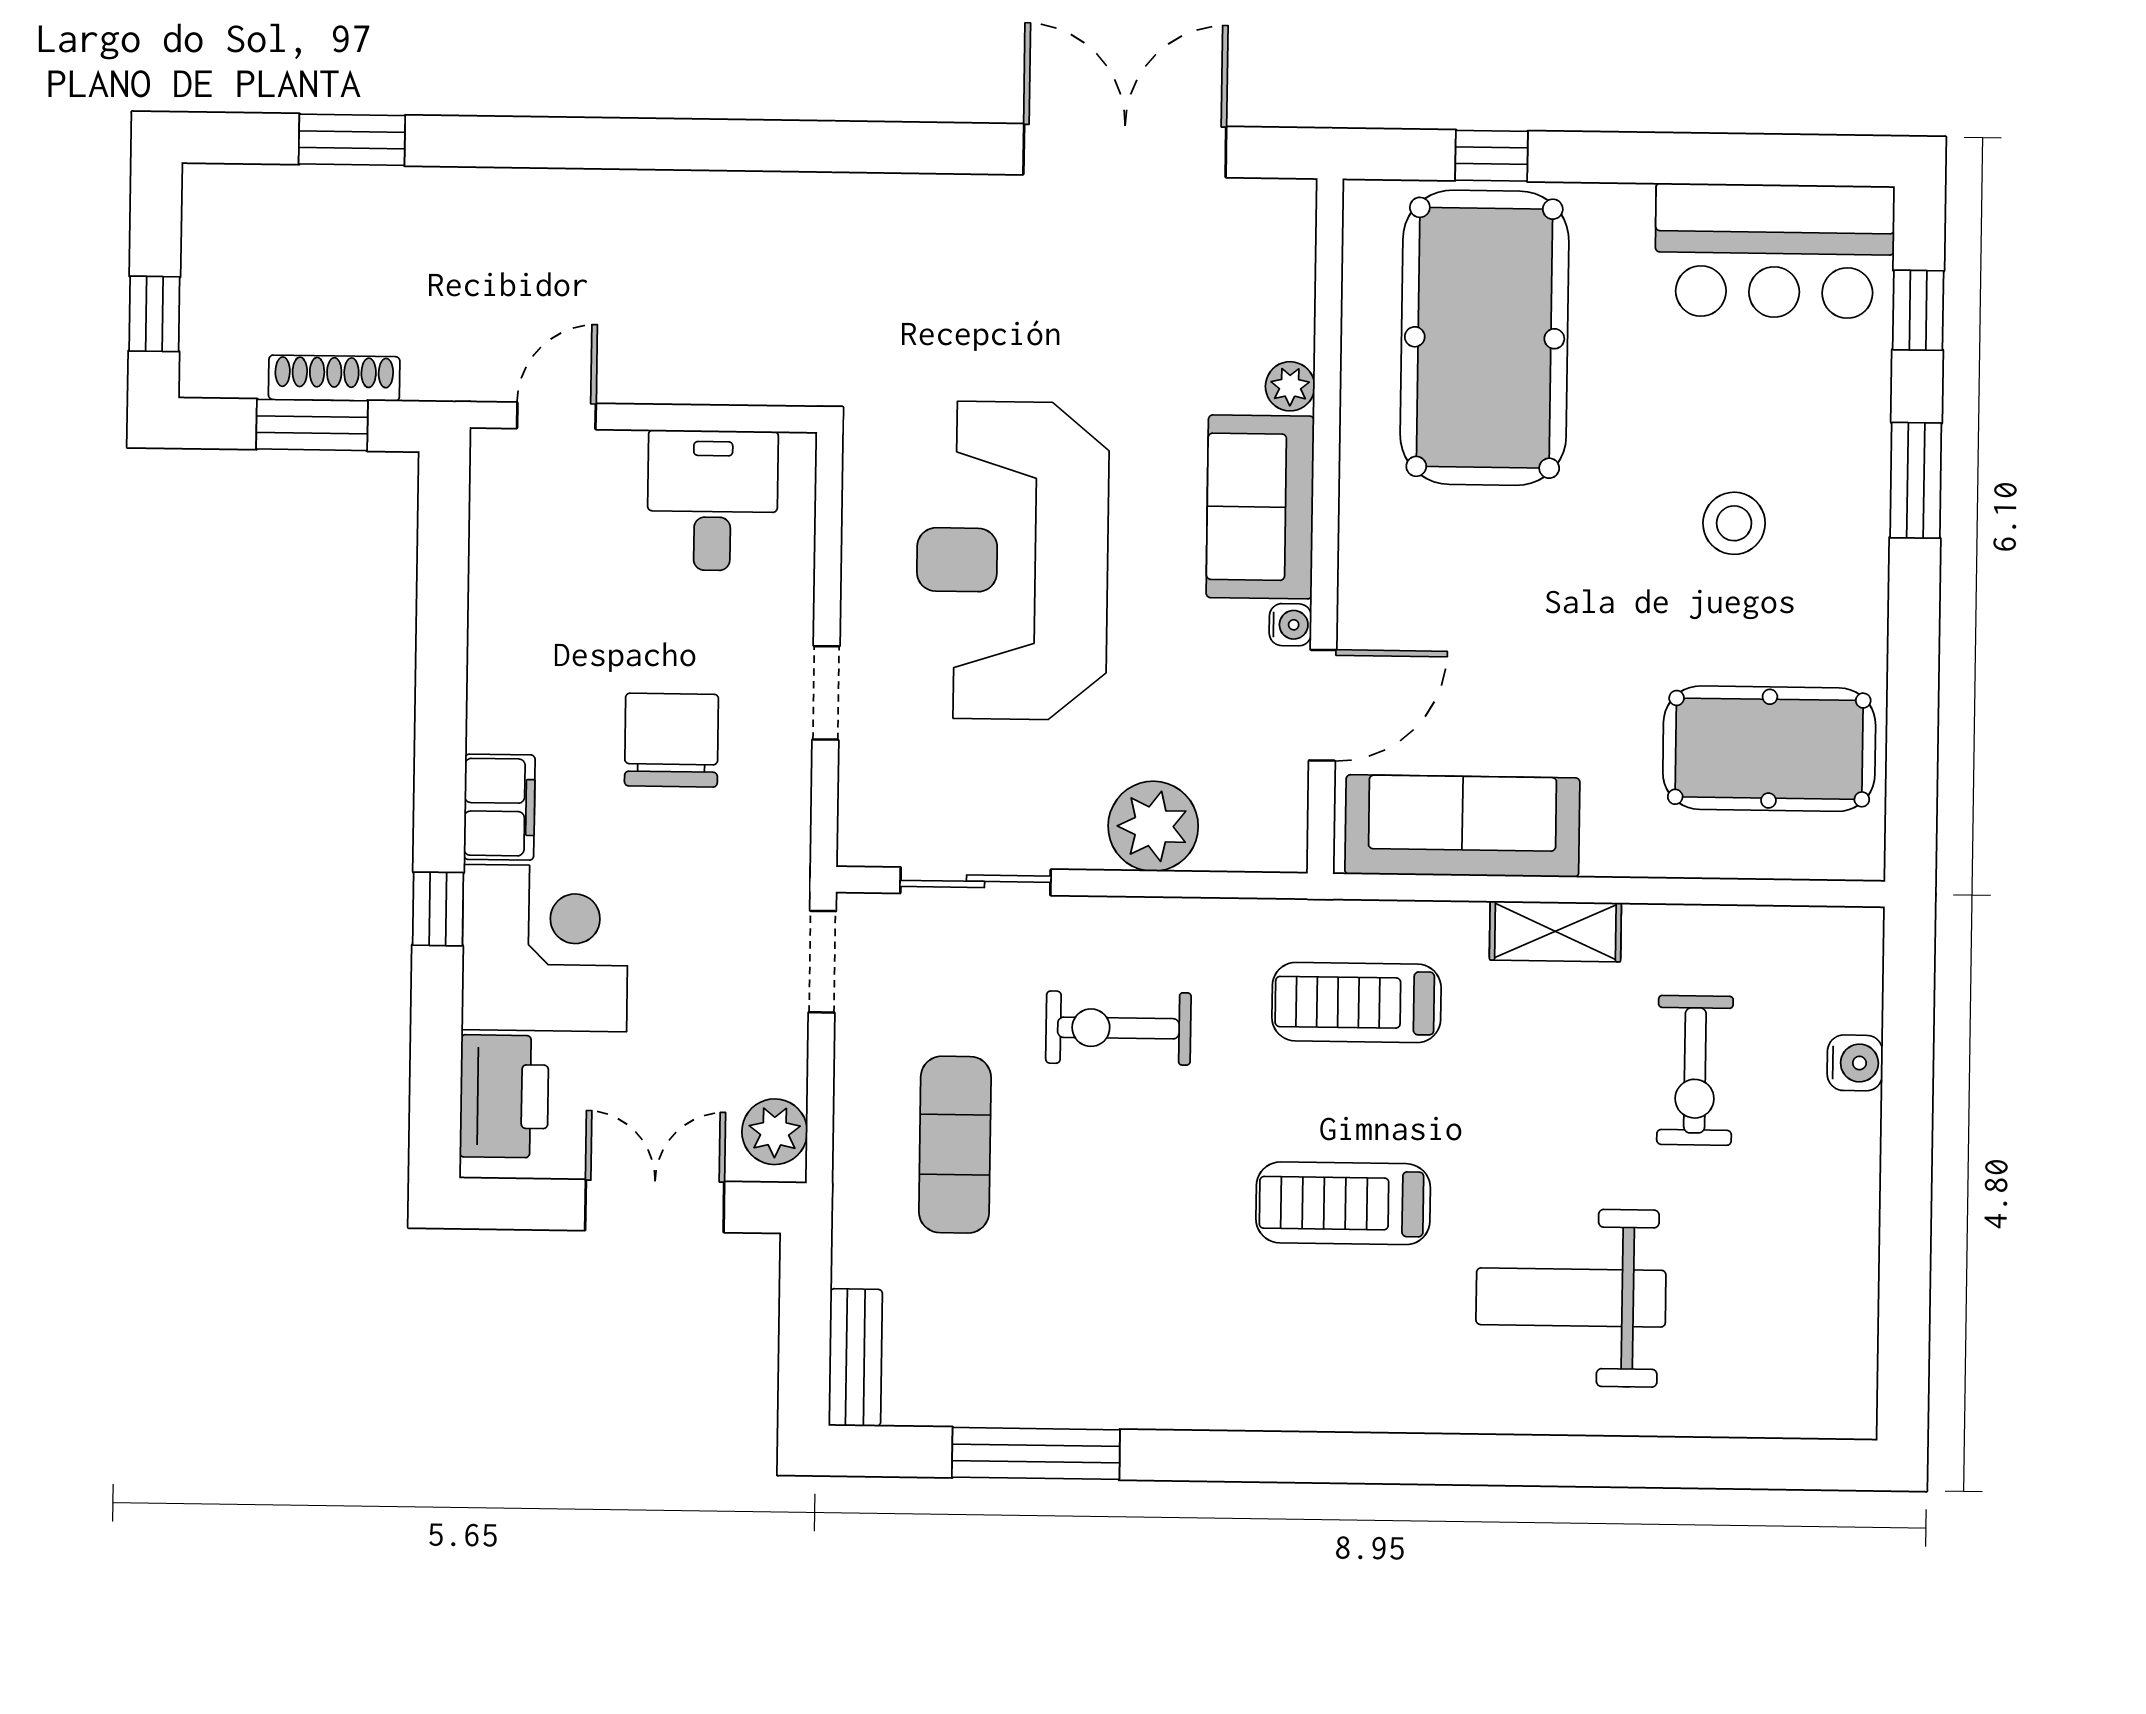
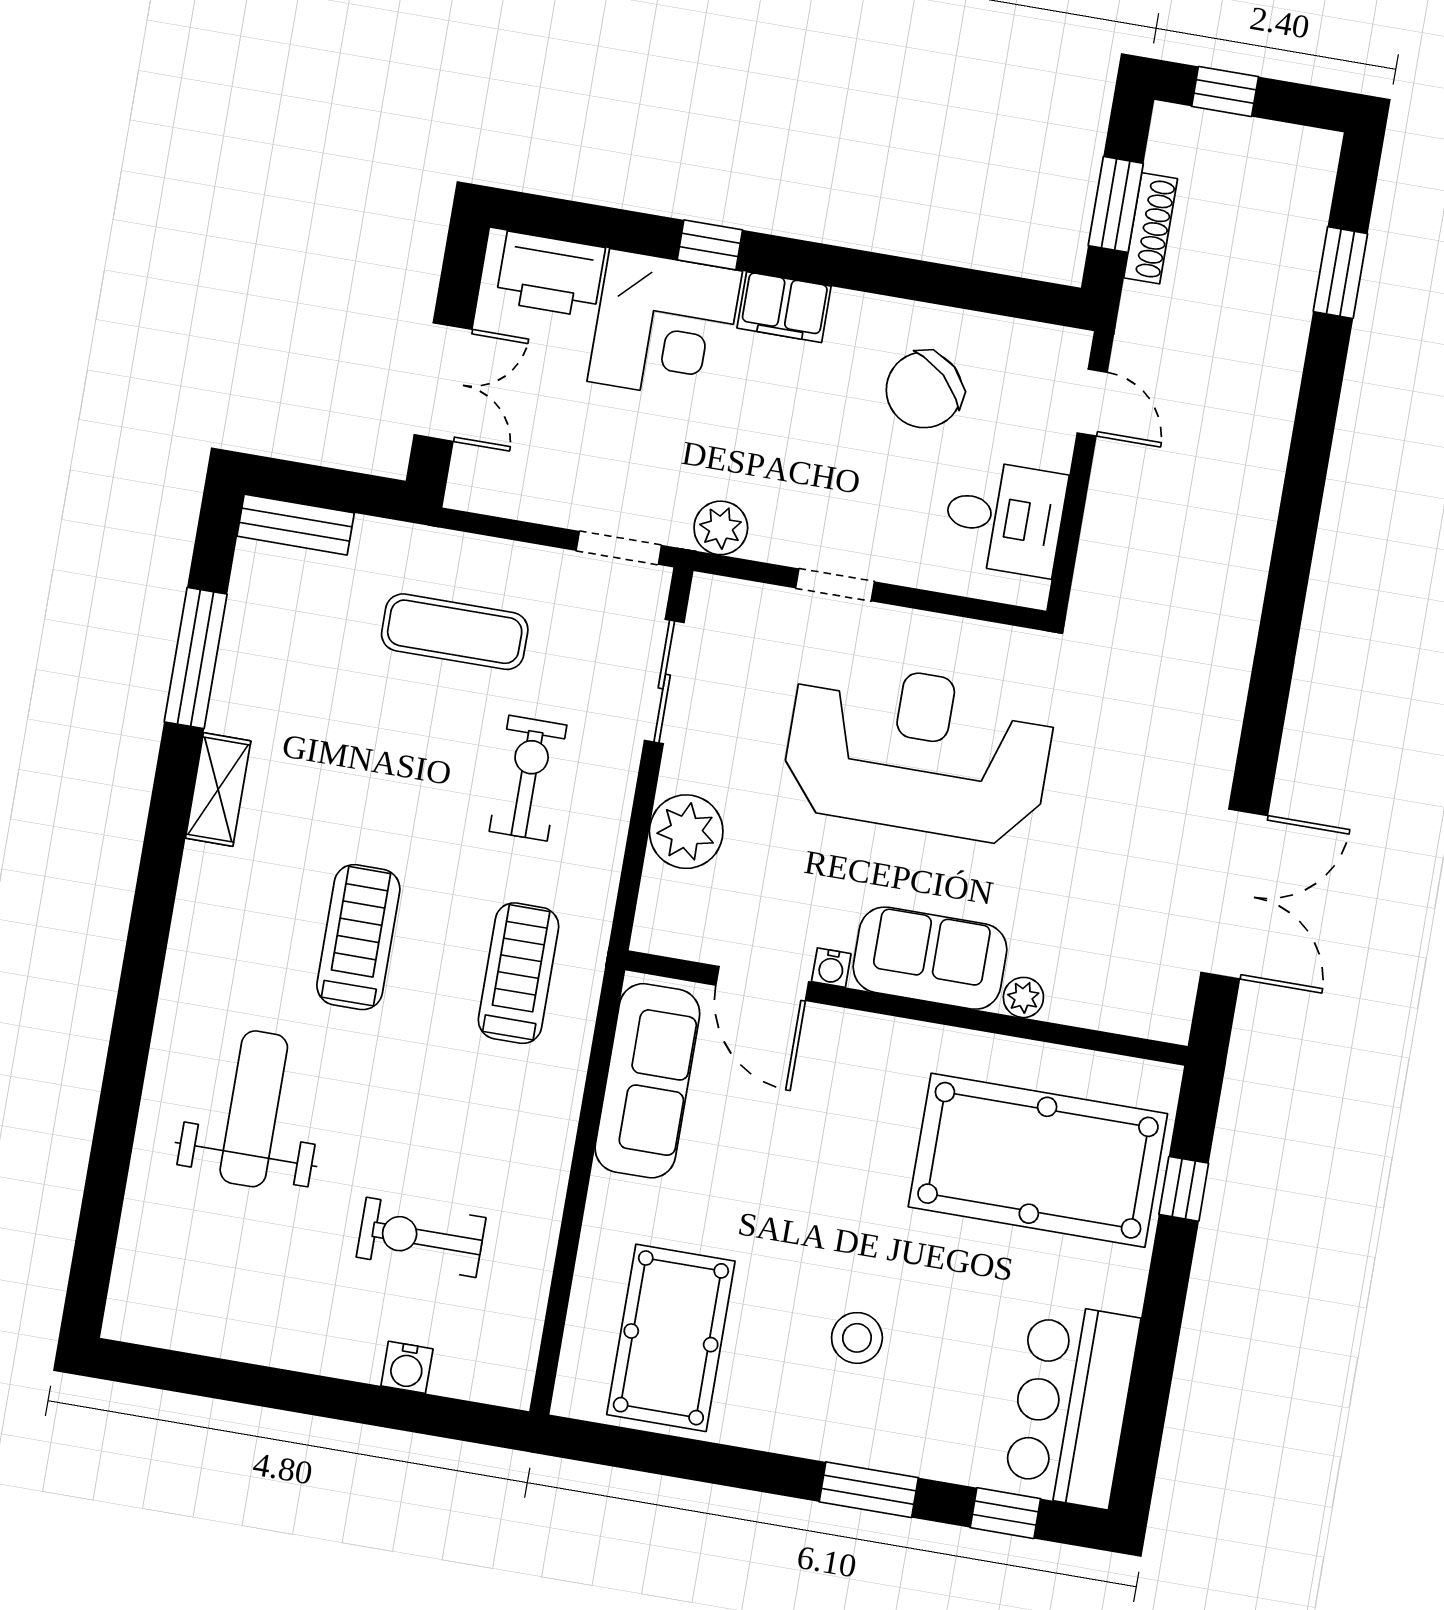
chair: (671, 740) -> (924, 390), moved, turned 133
shelving: (1555, 931) -> (218, 790), moved
plant: (775, 1132) -> (721, 528), moved

